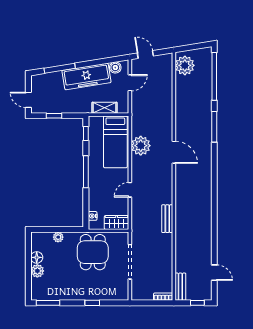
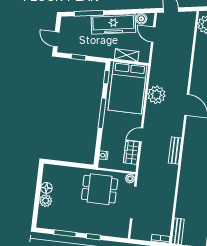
door: (130, 83) -> (153, 35), swing flipped
bed: (115, 142) -> (128, 88), width x1.50
bench: (167, 219) -> (175, 151), moved
wardrobe: (117, 223) -> (131, 152), moved, turned -90
plant: (58, 237) -> (130, 179), moved
dining table: (93, 252) -> (100, 189), turned 90
window: (48, 303) -> (65, 233), moved

